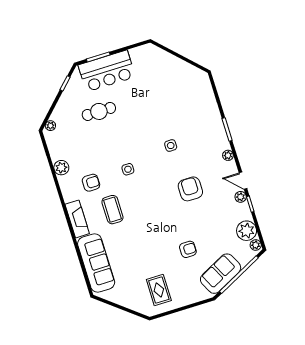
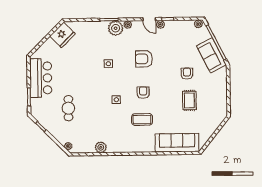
bar counter: (107, 71) -> (41, 78), moved
fridge: (190, 76) -> (62, 35), added
door: (243, 181) -> (149, 19), hinge flipped
armchair: (91, 183) -> (143, 93), moved
fireplace: (77, 219) -> (141, 147), removed
plant: (247, 231) -> (116, 28), moved
rug: (159, 290) -> (189, 100), moved, turned 90

